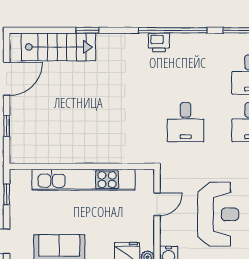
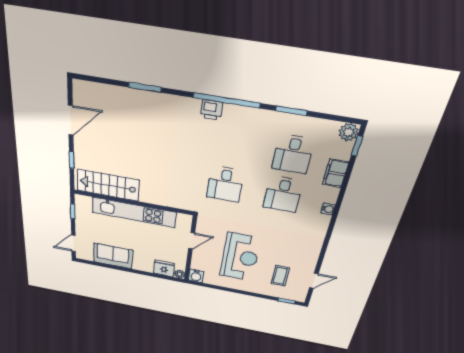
window: (88, 30) -> (145, 87), width x1.50
stairs: (58, 47) -> (108, 185), moved, turned 180

